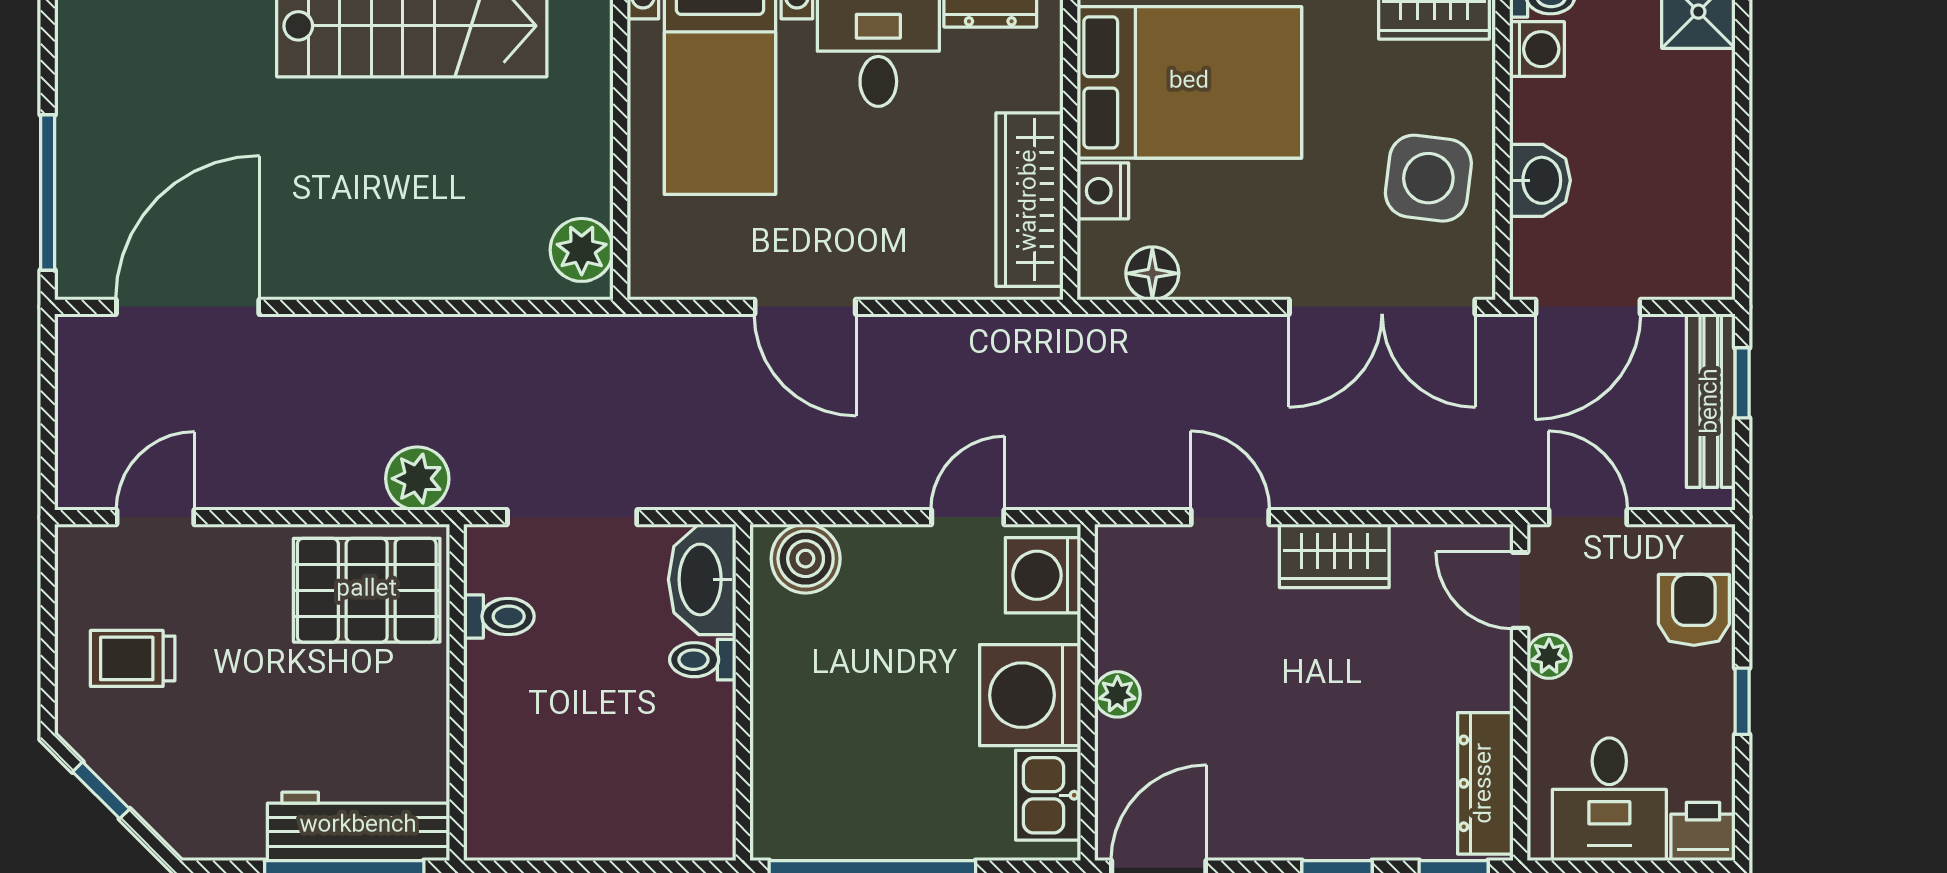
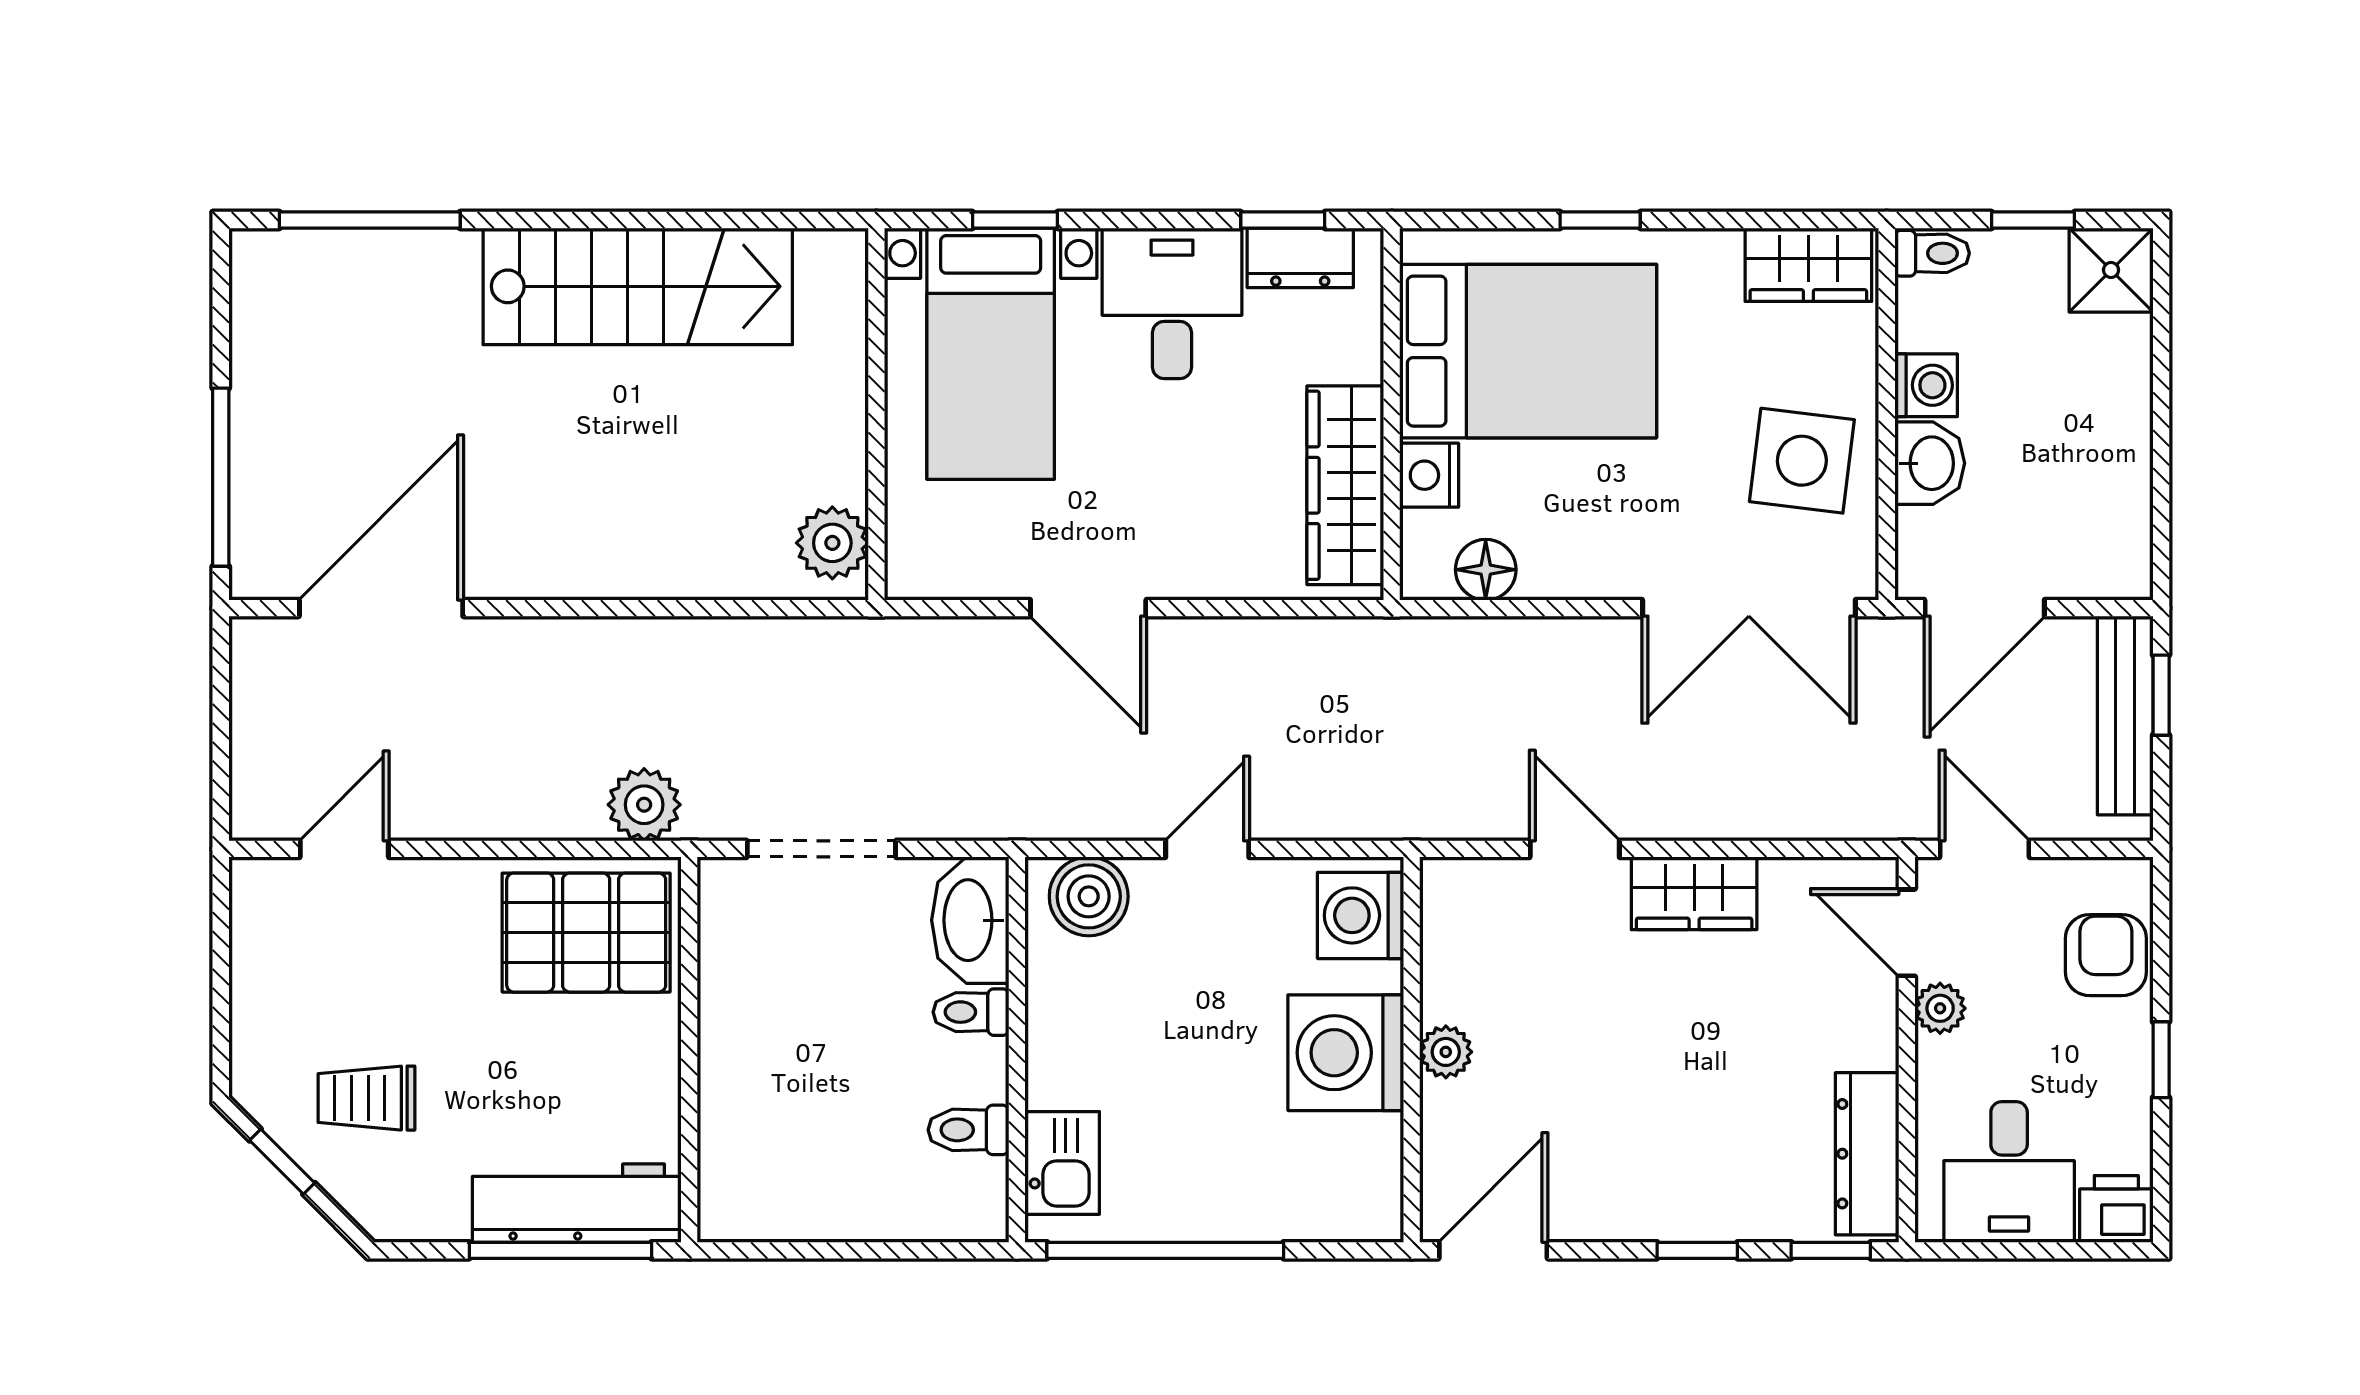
washing machine: (1537, 49) -> (1926, 385), moved
door: (968, 517) -> (1207, 849), moved
toilet: (499, 616) -> (969, 1130), moved, turned 180
trolley: (133, 658) -> (366, 1098), moved
kitchen sink: (1048, 795) -> (1062, 1163), moved, turned 180

